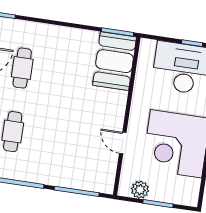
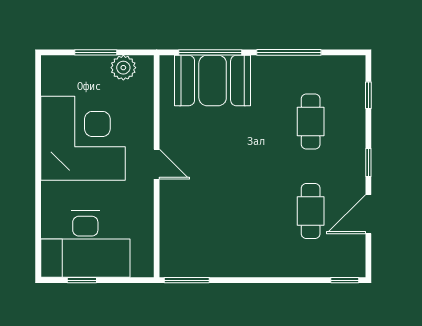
booth: (115, 61) -> (213, 80), moved, turned 90
door: (123, 143) -> (157, 164), moved

